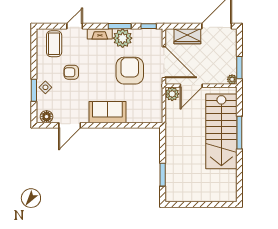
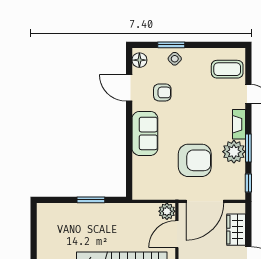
armchair: (71, 72) -> (162, 92), moved, turned 90
door: (191, 86) -> (177, 234), hinge flipped
window: (163, 175) -> (91, 200), moved

